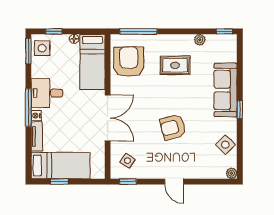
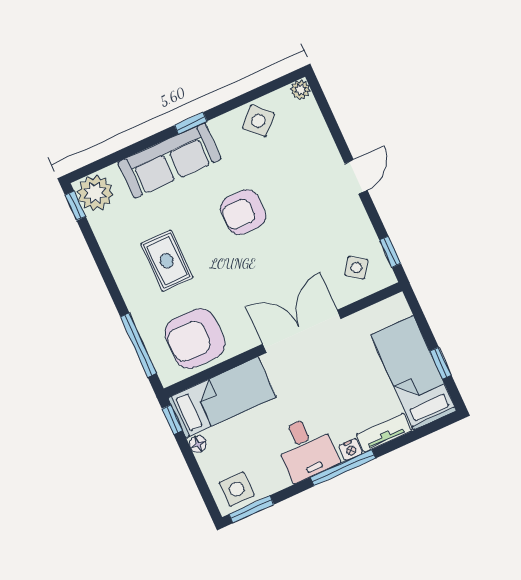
window: (54, 31) -> (172, 420), moved
plant: (200, 40) -> (95, 193), moved, width x1.87, depth x1.87
armchair: (173, 127) -> (243, 212), moved, turned 105

